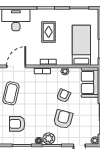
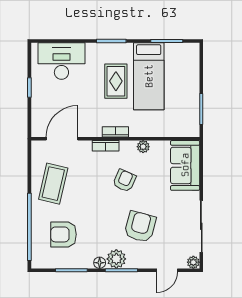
bed: (81, 45) -> (149, 76), moved, turned 180
armchair: (63, 96) -> (124, 181), moved

